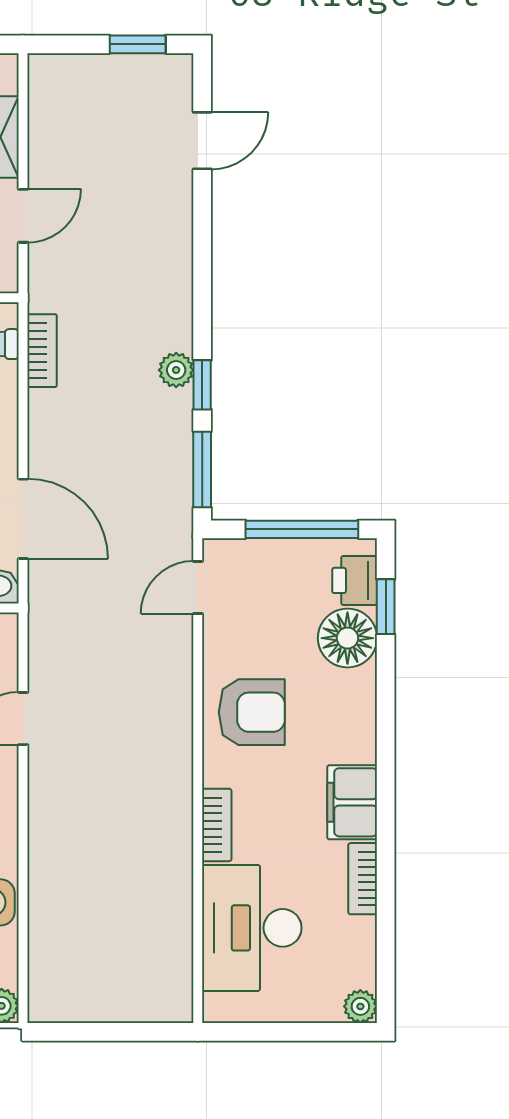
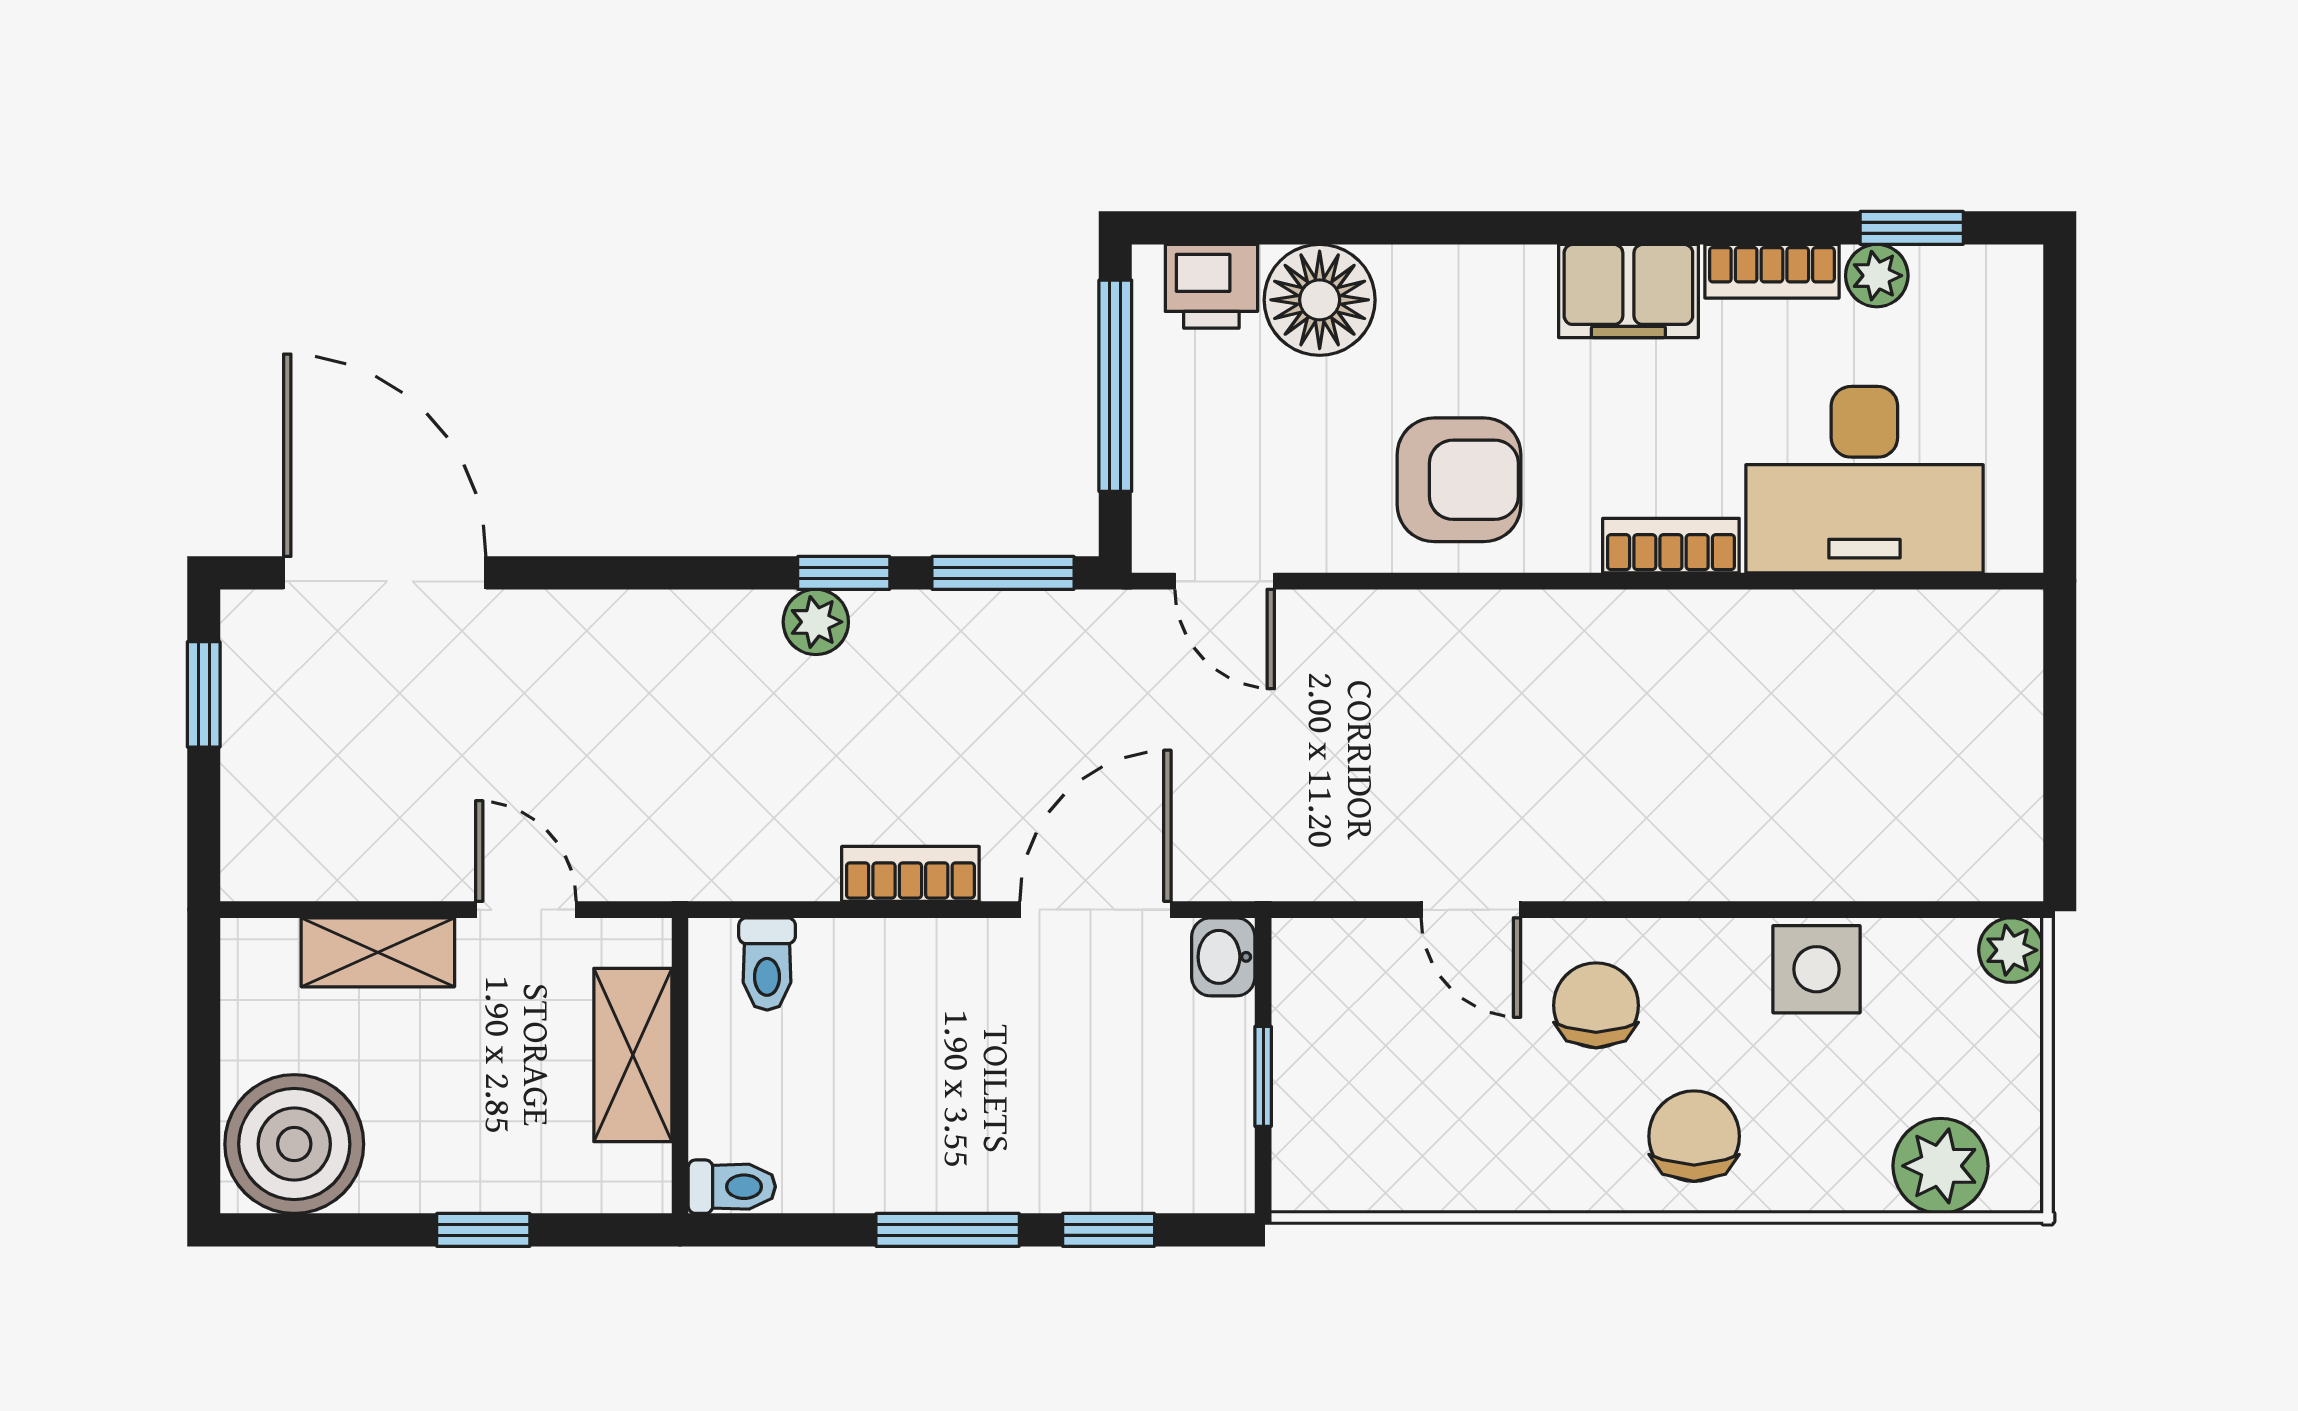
door: (202, 141) -> (385, 573), width x1.87
bookcase: (42, 351) -> (910, 874), moved
window: (386, 607) -> (1912, 228), moved
armchair: (252, 712) -> (1459, 480), turned 90
plant: (360, 1006) -> (1877, 276), moved

